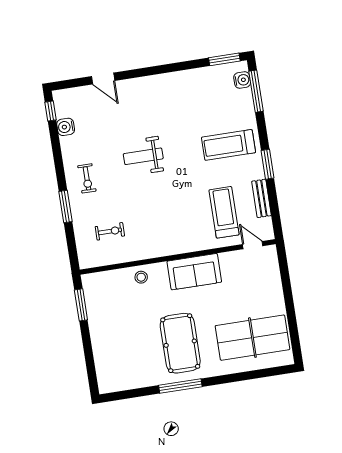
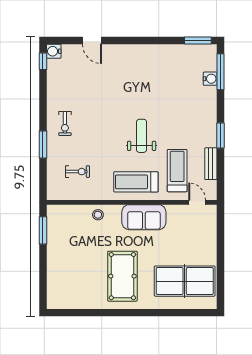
water cooler: (242, 80) -> (210, 79), moved
water cooler: (66, 127) -> (54, 51), moved
treadmill: (228, 145) -> (136, 182), moved
weight bench: (143, 156) -> (142, 136), moved, turned 90
window: (180, 386) -> (117, 313), removed

